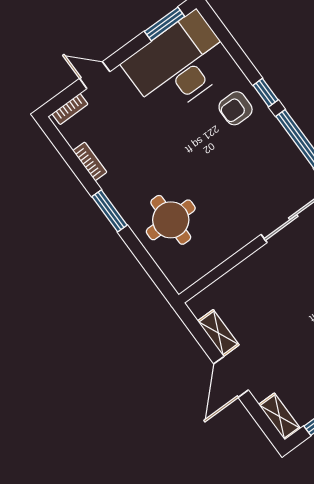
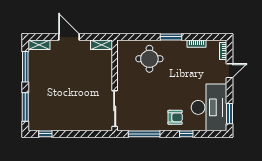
window: (266, 93) -> (186, 134), moved
armchair: (236, 108) -> (175, 117), turned 90
shelving: (218, 333) -> (101, 45), moved

